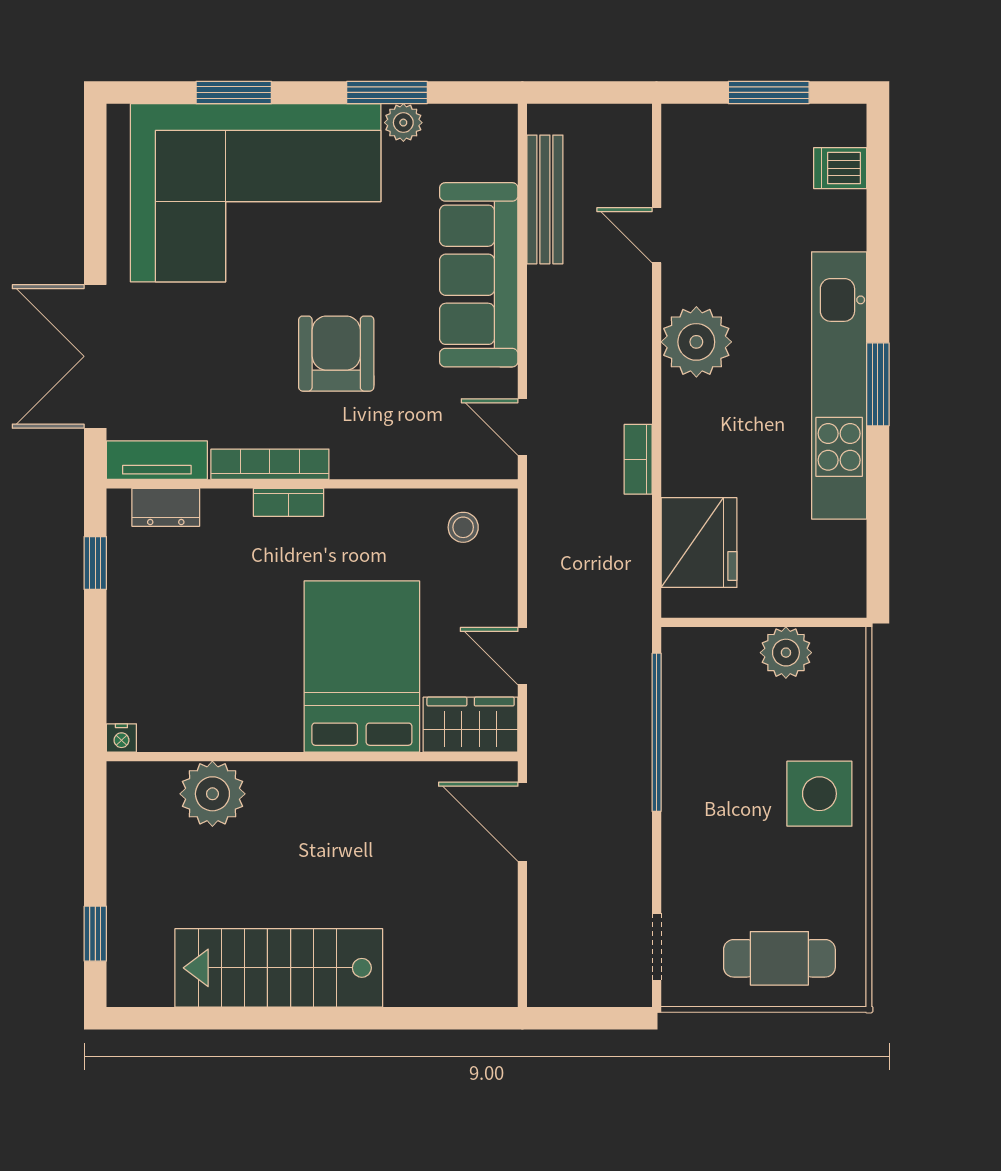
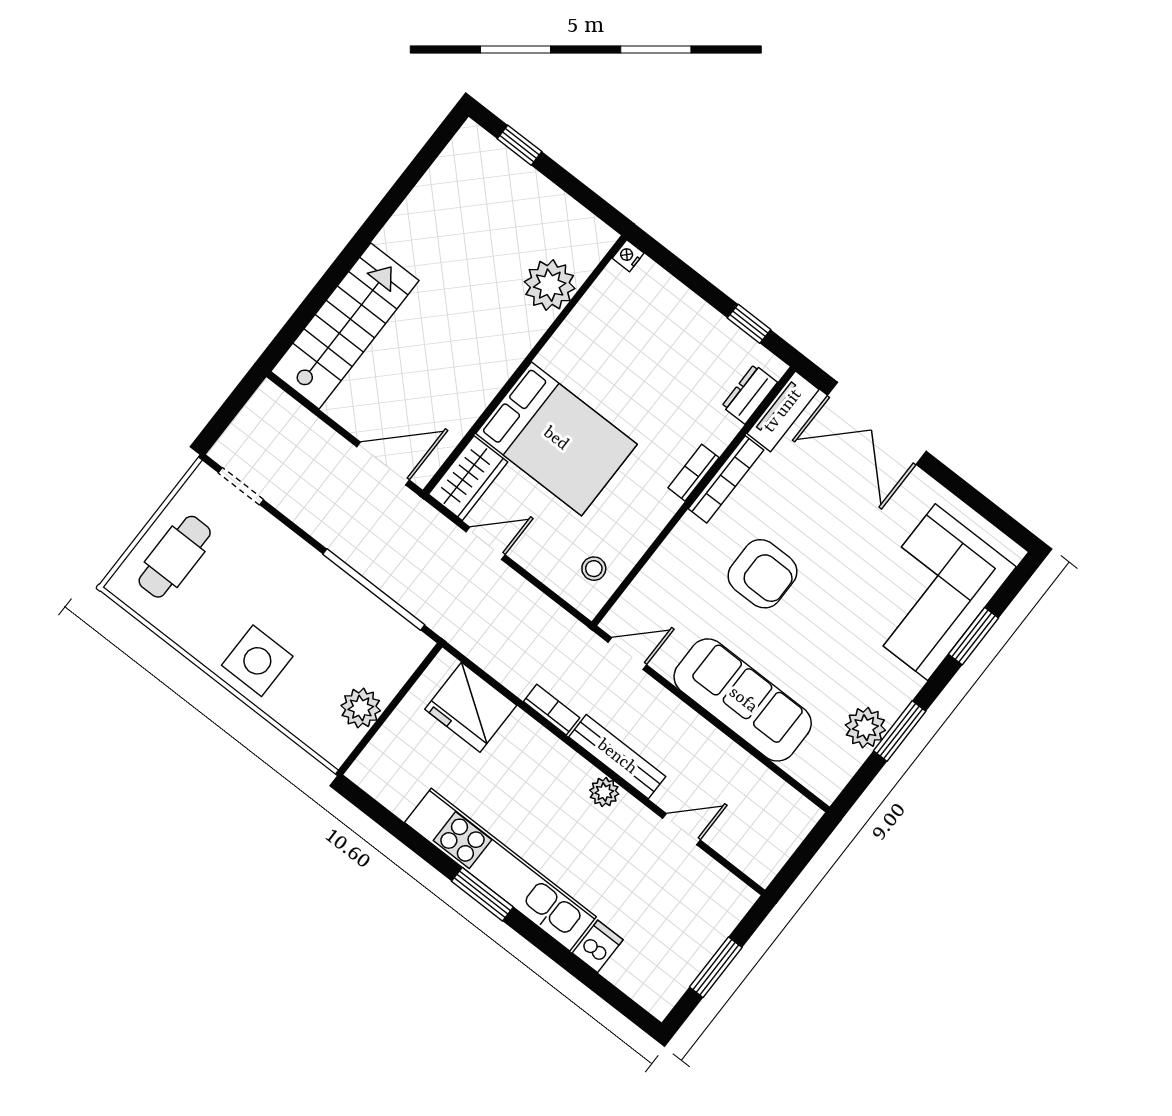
plant: (403, 123) -> (865, 728), width x1.38, depth x1.38
dishwasher: (840, 168) -> (598, 946), moved
corner sofa: (256, 193) -> (931, 592), width x0.73, depth x0.74
bench: (545, 199) -> (617, 757), moved
plant: (696, 342) -> (604, 792), width x0.53, depth x0.53
double door: (95, 356) -> (877, 423), swing flipped
stairs: (279, 968) -> (345, 326), moved

